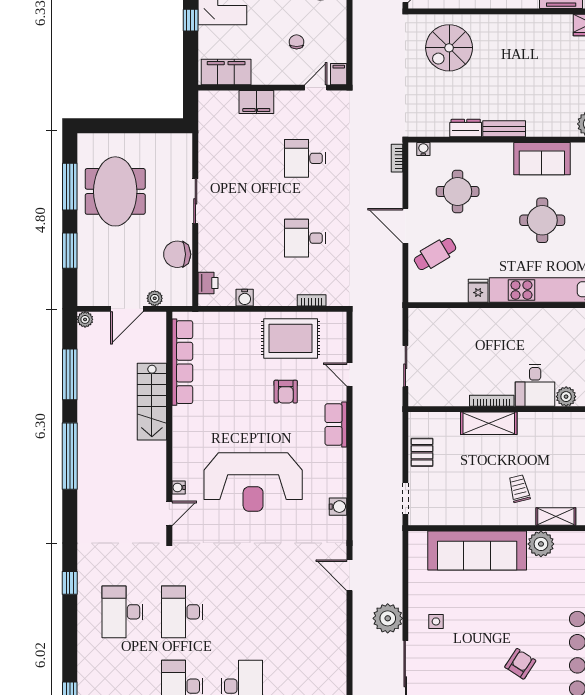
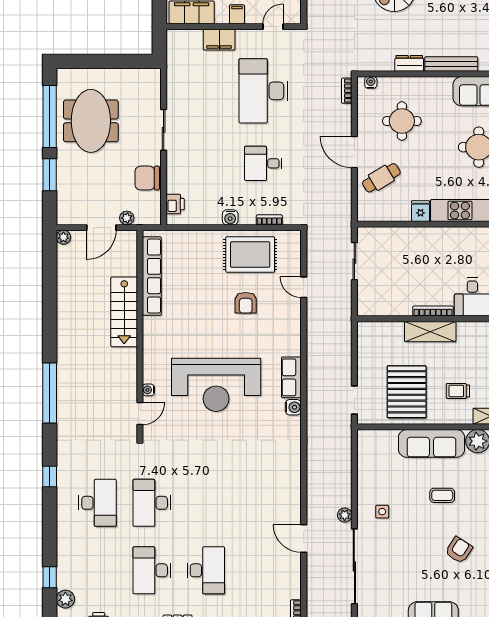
filing cabinet: (339, 74) -> (237, 14), moved
bench: (504, 129) -> (451, 64), width x1.36
desk: (305, 158) -> (263, 91), width x1.87, depth x1.30
window: (70, 187) -> (50, 116), width x1.46
water cooler: (245, 298) -> (230, 217), moved
sliding door: (405, 366) -> (354, 261), moved
window: (70, 374) -> (50, 287), removed
row of seats: (336, 425) -> (291, 377), moved
pallet: (422, 452) -> (407, 392), moved, width x2.05, depth x2.00
window: (70, 456) -> (50, 393), moved
trolley: (519, 489) -> (458, 391), turned -76
sofa: (477, 551) -> (432, 443), width x0.74, depth x0.79
door: (350, 575) -> (304, 538), moved
coffee table: (502, 604) -> (442, 495), added
desk: (122, 612) -> (97, 503), turned 180
plant: (388, 618) -> (345, 515), width x0.53, depth x0.53

